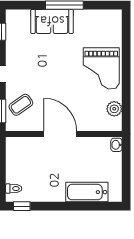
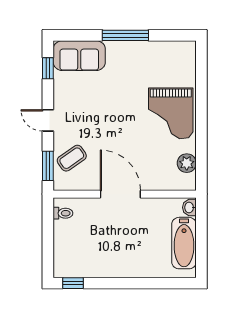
sofa: (52, 21) -> (79, 56), moved
toilet: (14, 189) -> (63, 213), moved
bathtub: (87, 192) -> (184, 243), moved, turned -90

